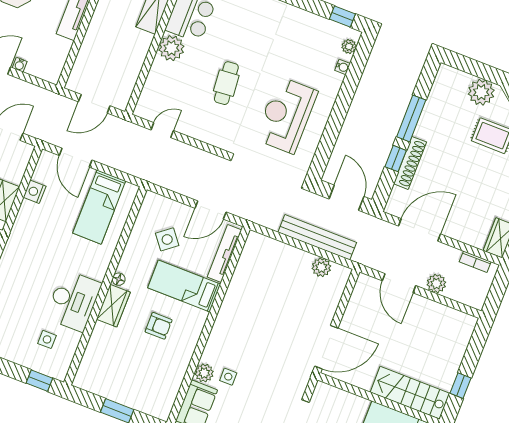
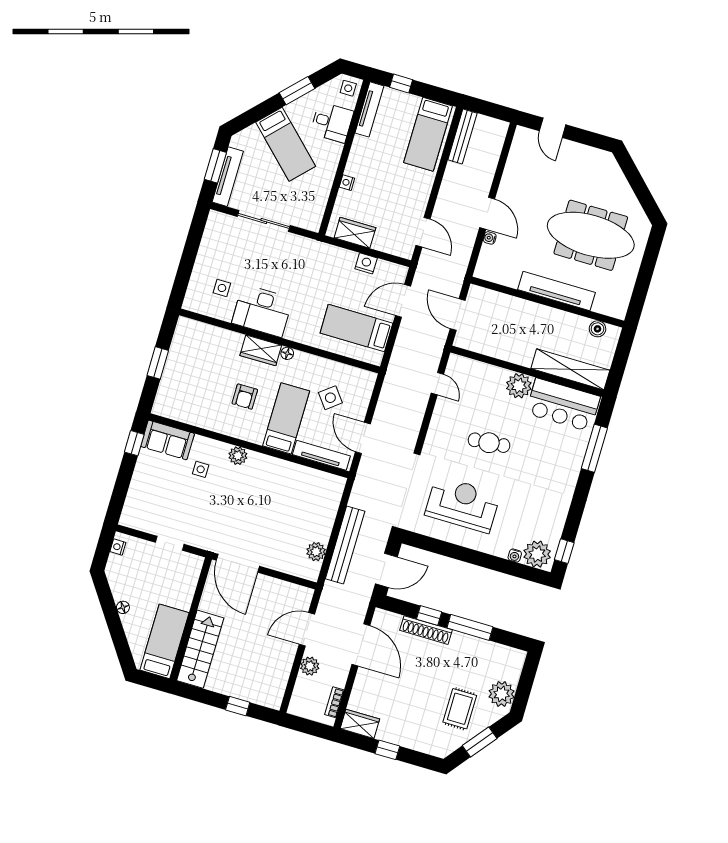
plant: (349, 46) -> (537, 554), width x1.88, depth x1.88
plant: (204, 373) -> (238, 456), moved
window: (39, 381) -> (181, 284), removed
window: (460, 386) -> (238, 706), moved

